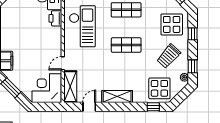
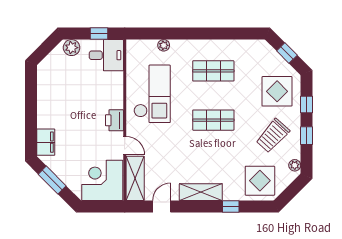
printer: (55, 18) -> (114, 120), moved
door: (63, 63) -> (125, 146), swing flipped
window: (193, 66) -> (306, 136), moved
window: (153, 107) -> (231, 206), moved

